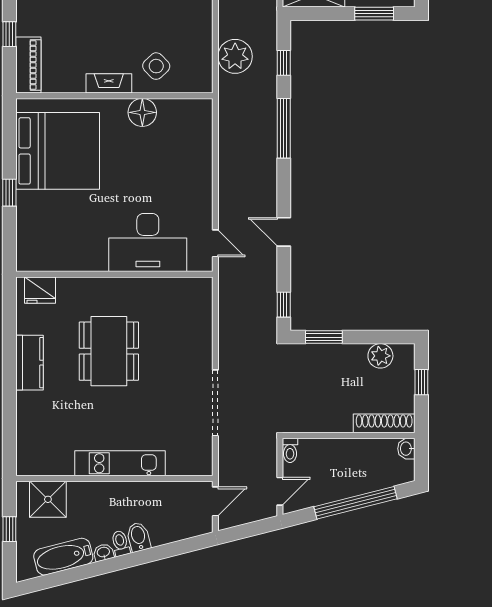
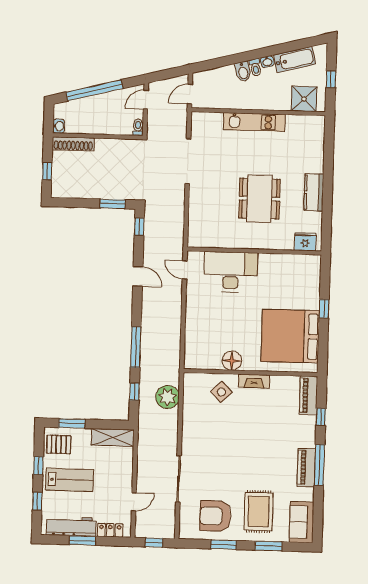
plant: (380, 356) -> (74, 190), removed

